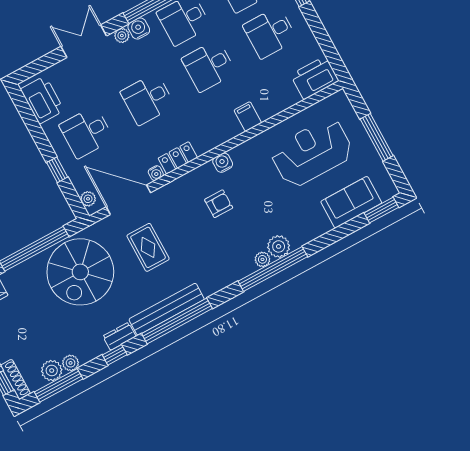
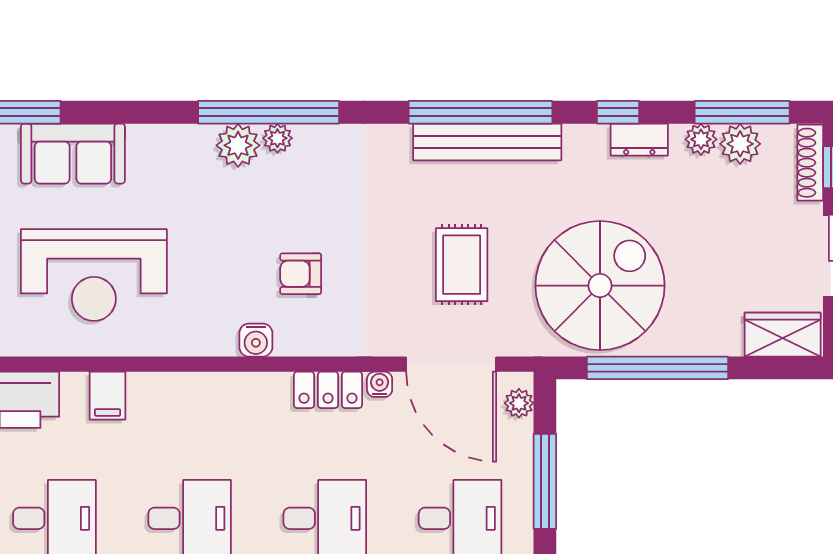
filing cabinet: (248, 117) -> (108, 396), moved
window: (57, 170) -> (545, 481), width x2.17
dresser: (119, 336) -> (639, 140), moved

